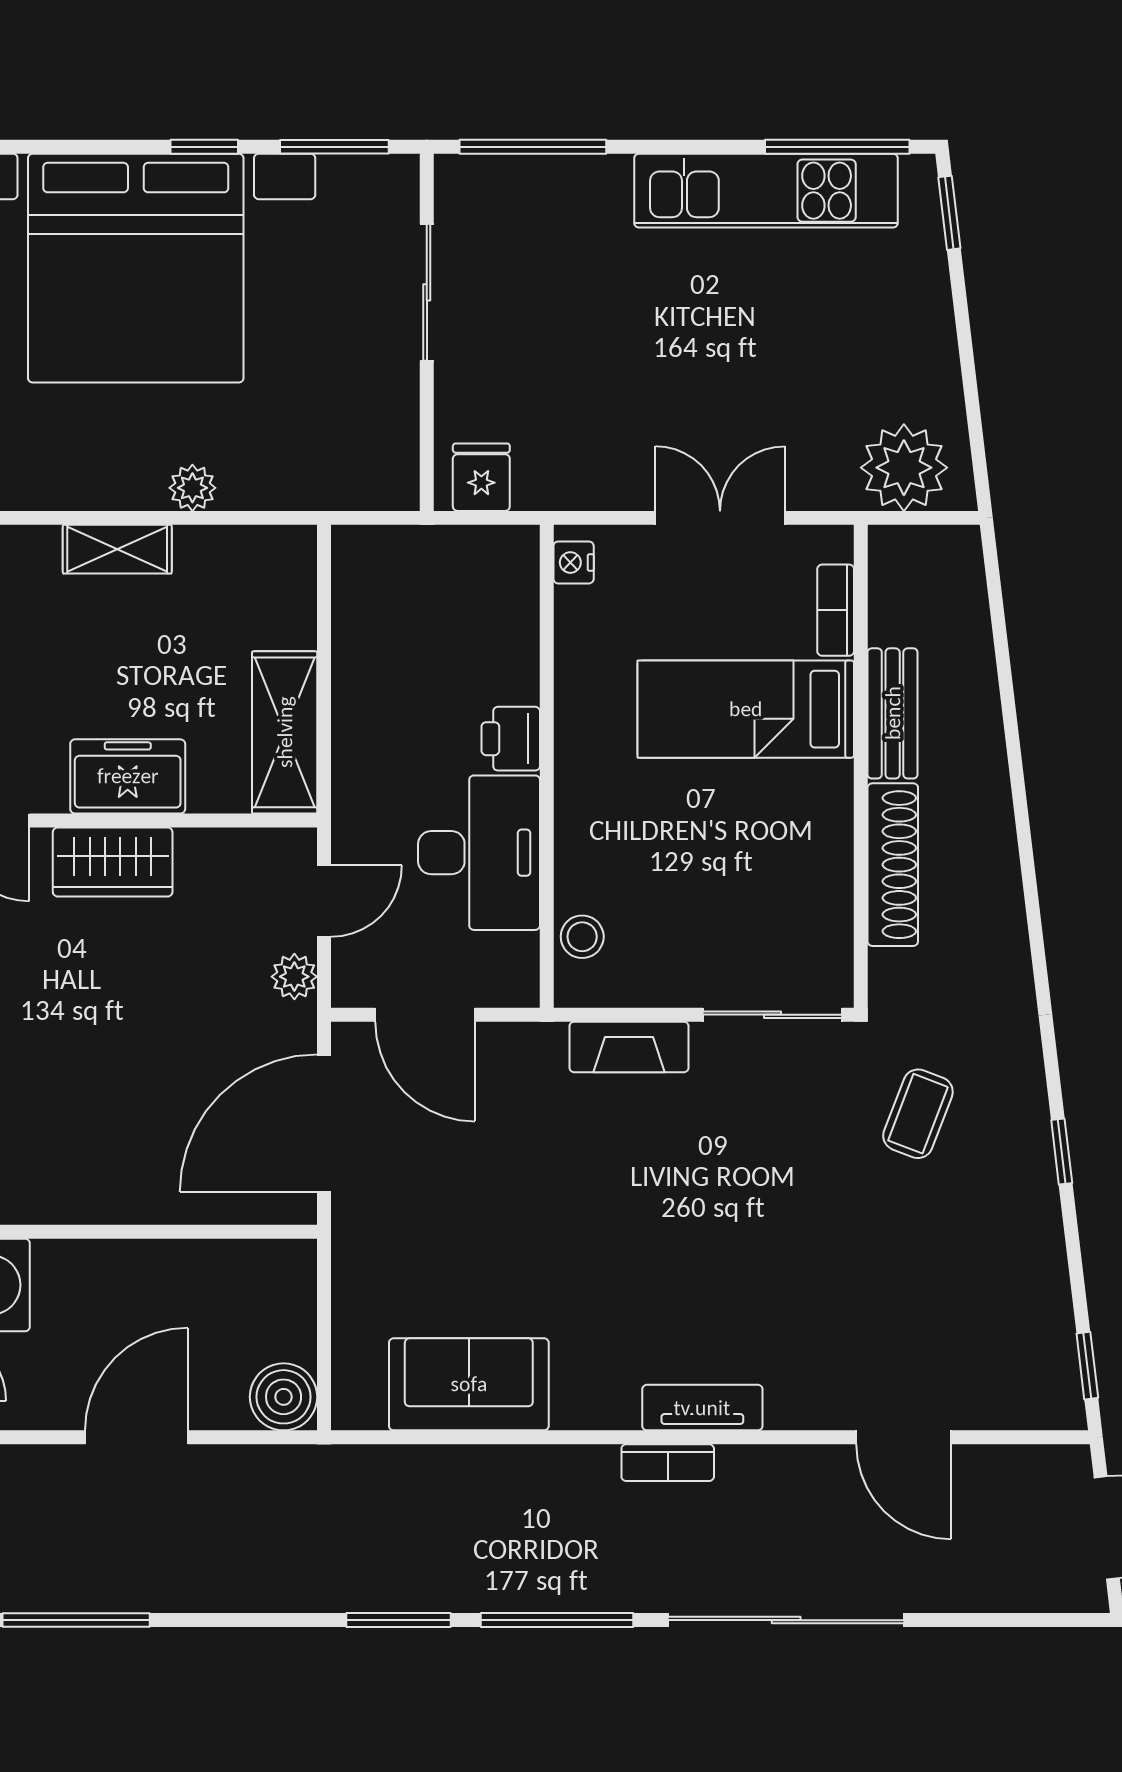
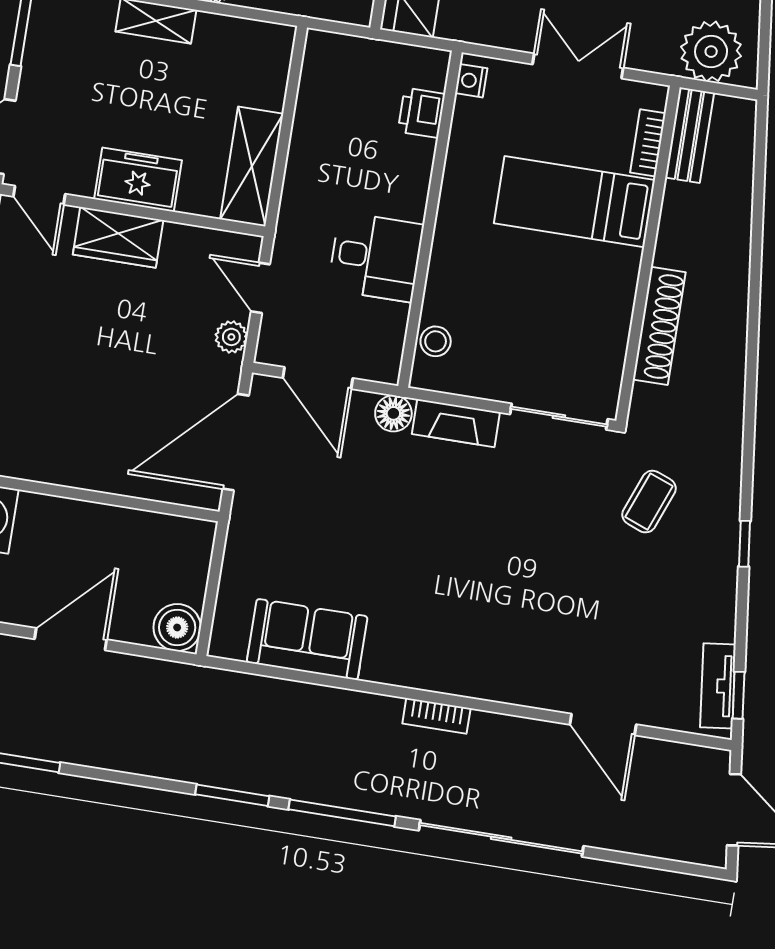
bench: (893, 713) -> (690, 135), moved
printer: (511, 739) -> (421, 113), moved
desk: (479, 853) -> (376, 257), width x0.73
door: (324, 901) -> (260, 288), swing flipped
floor lamp: (539, 1047) -> (393, 413), added
tv unit: (702, 1408) -> (718, 686), moved, turned -97

